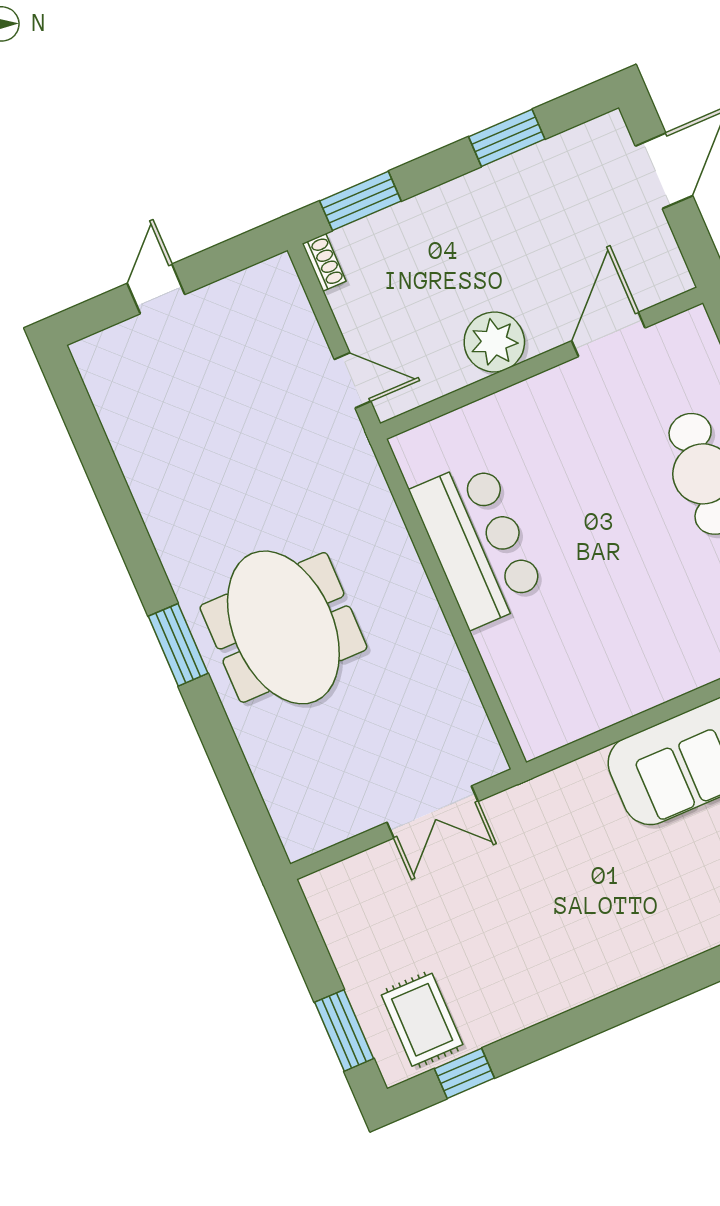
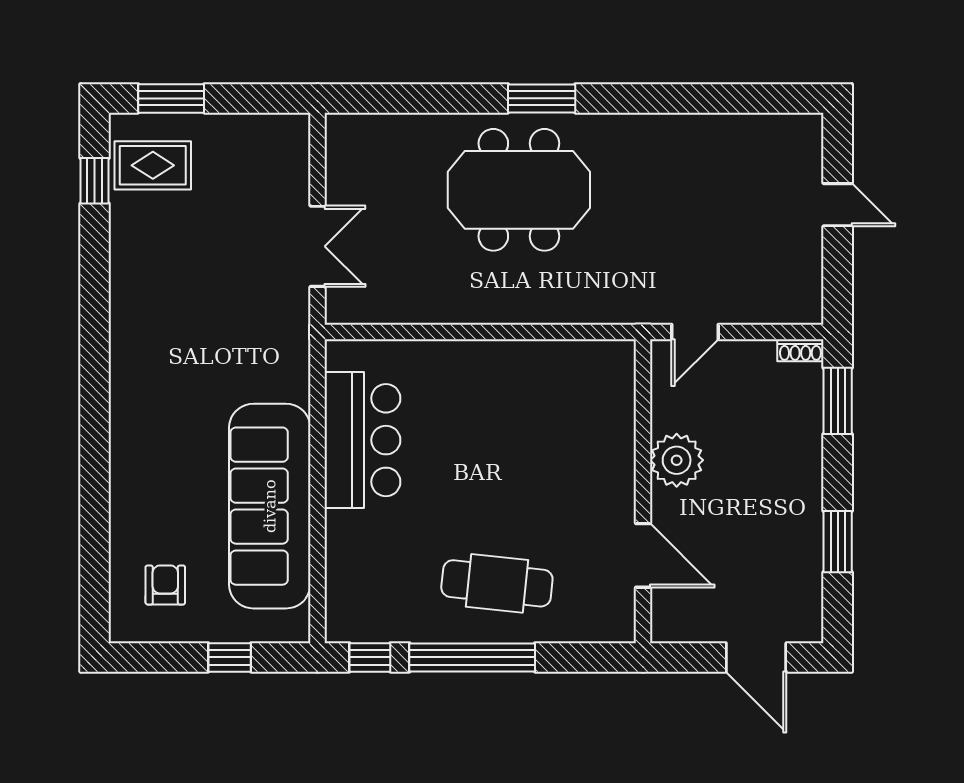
bar counter: (478, 543) -> (362, 440), moved, turned -90
double door: (433, 812) -> (317, 246), swing flipped

